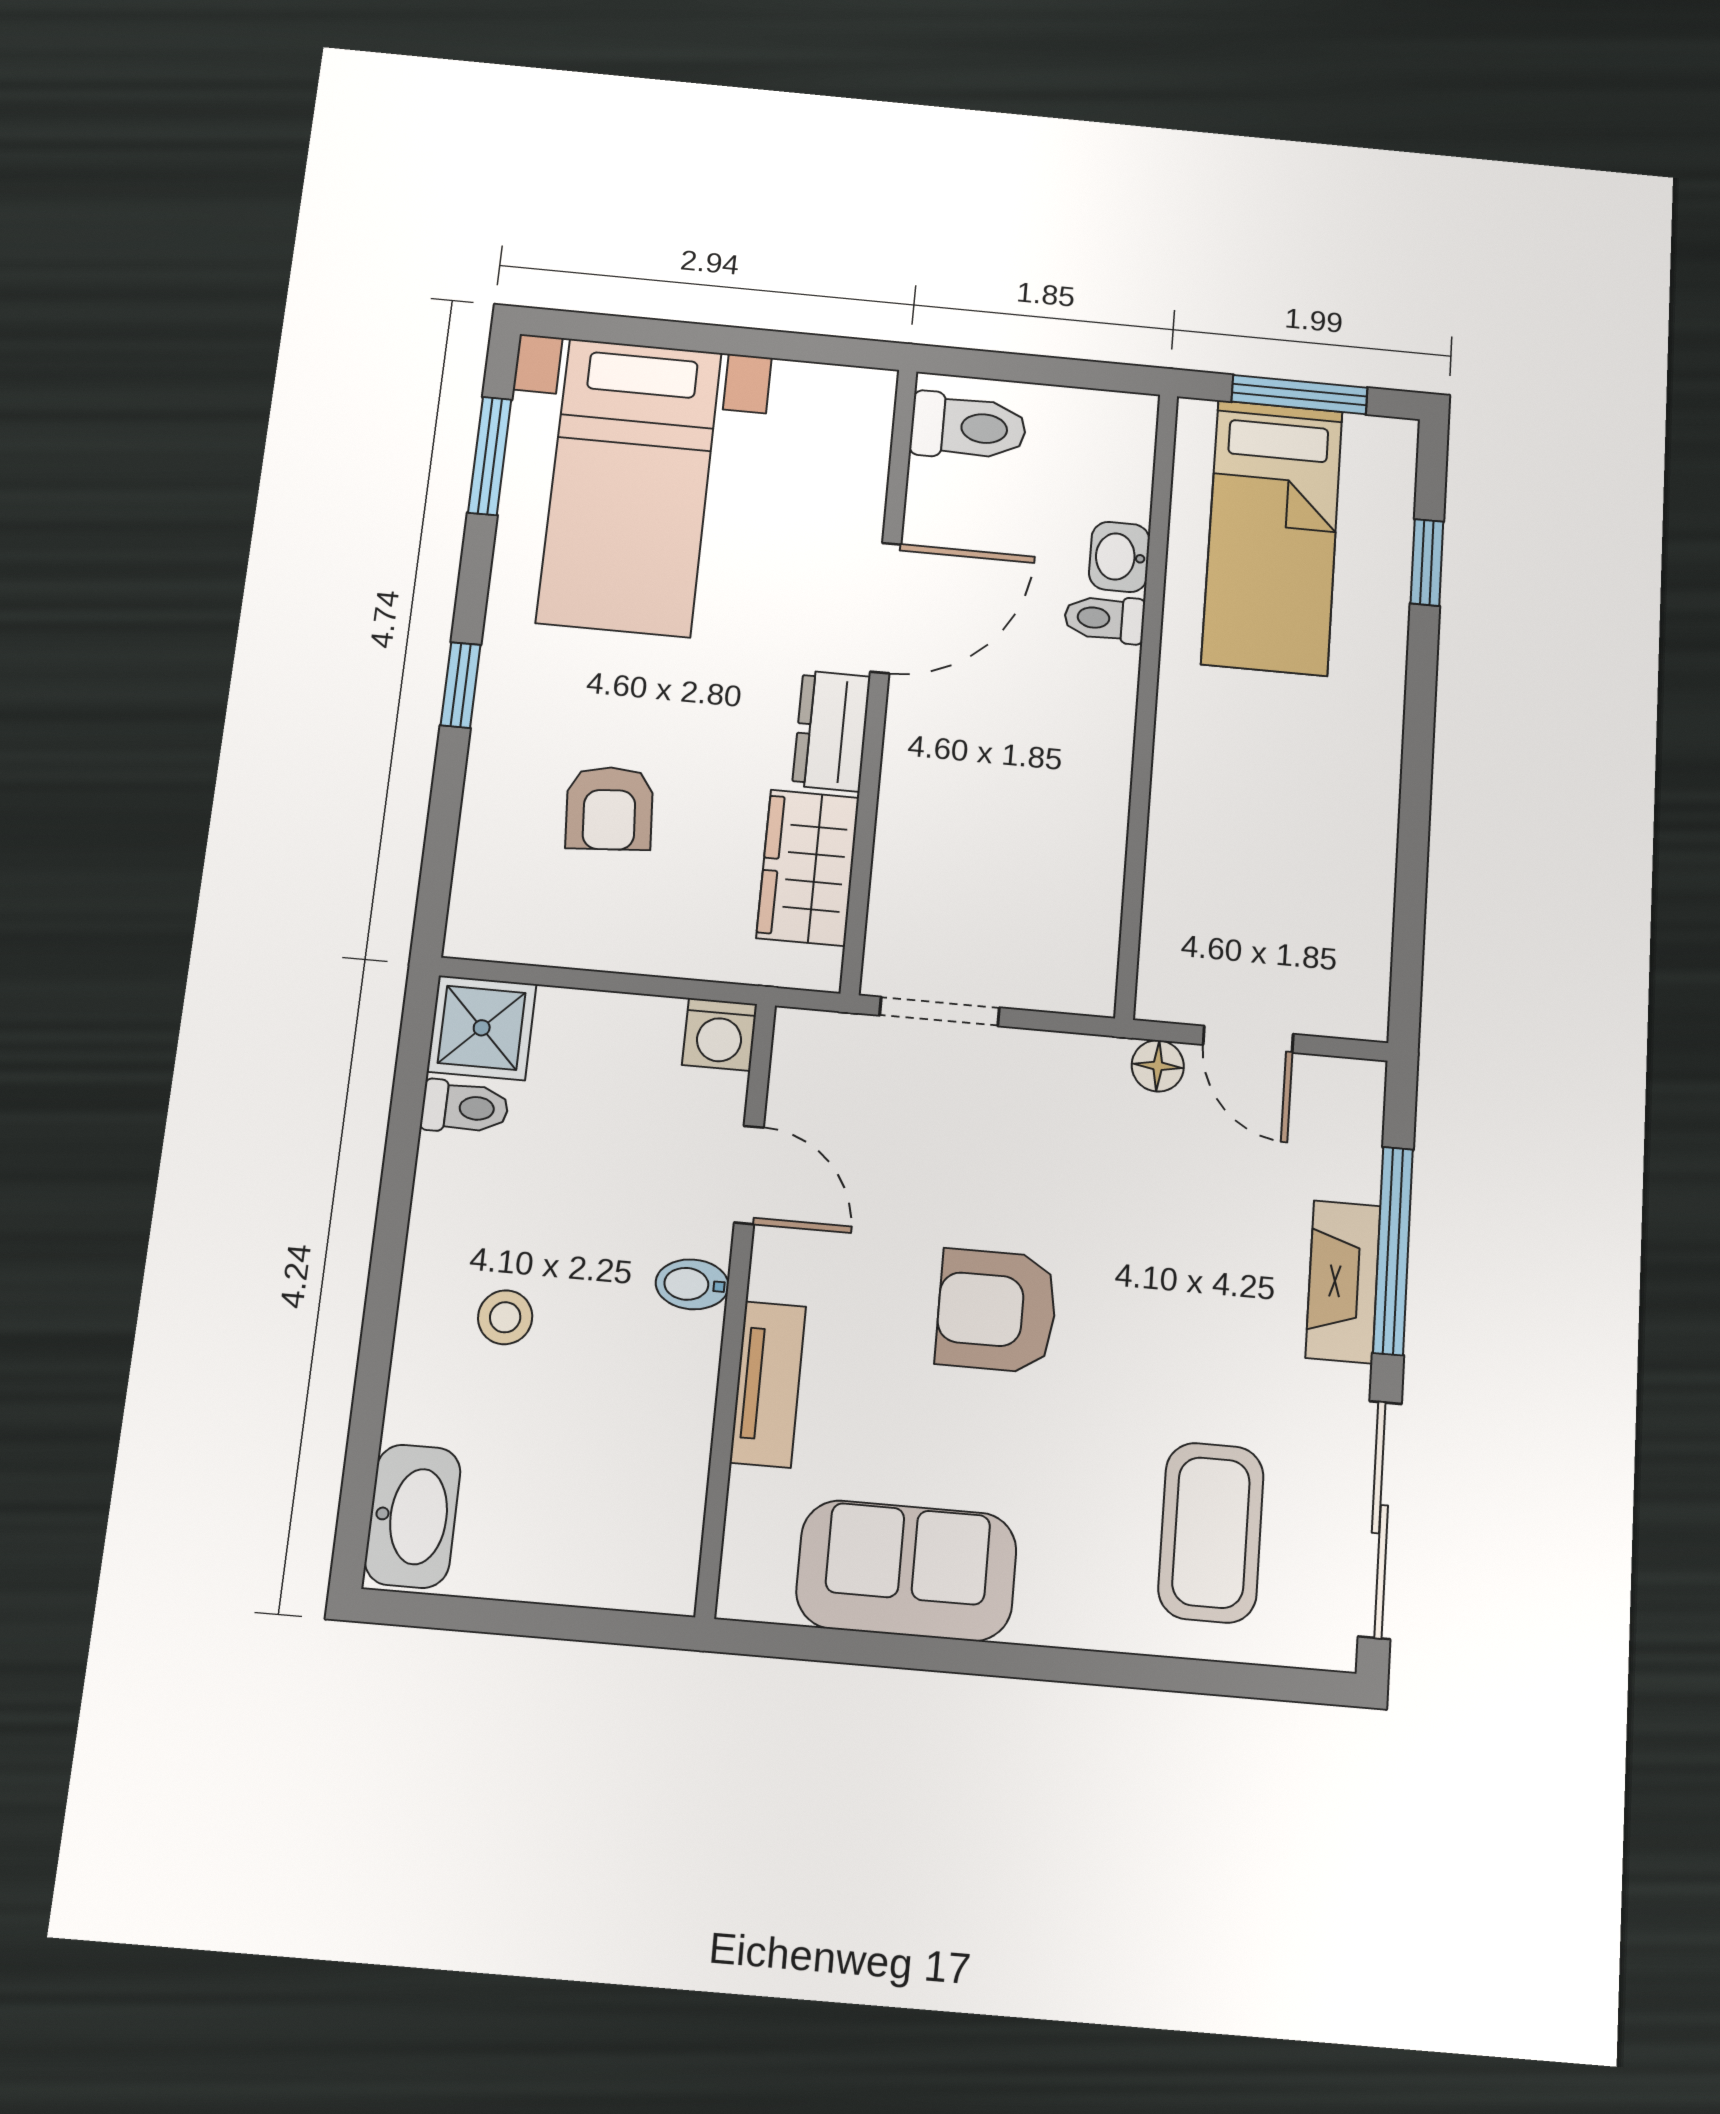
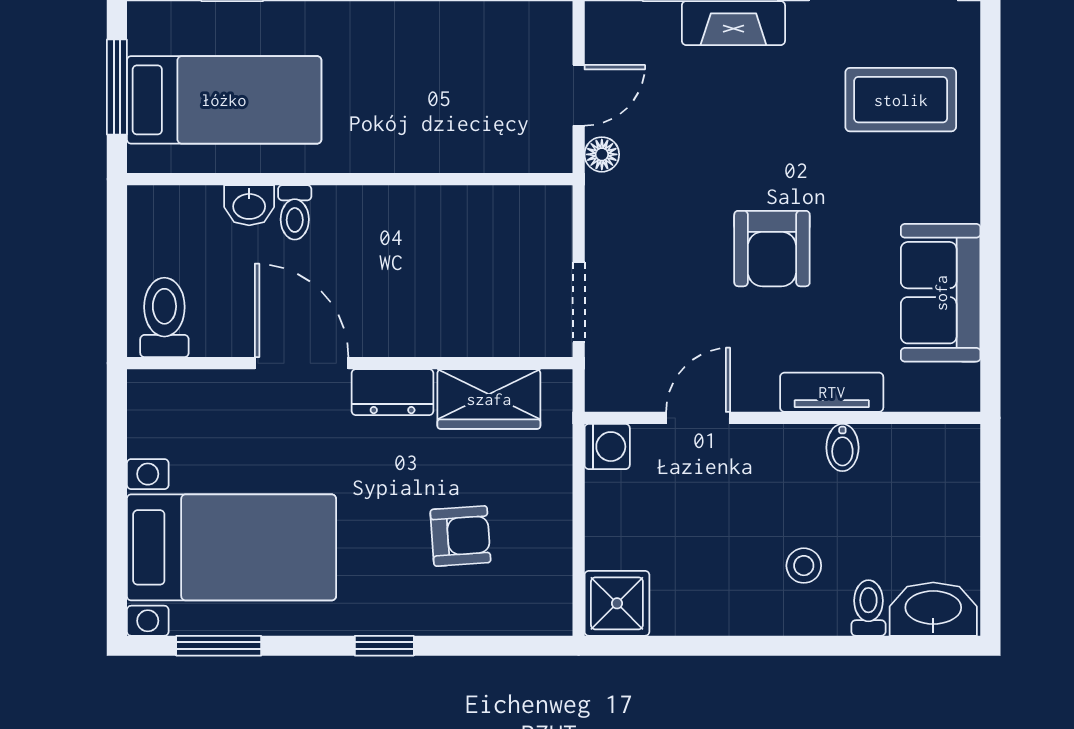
toilet: (465, 1107) -> (868, 608), moved
bidet: (692, 1284) -> (842, 448), moved

